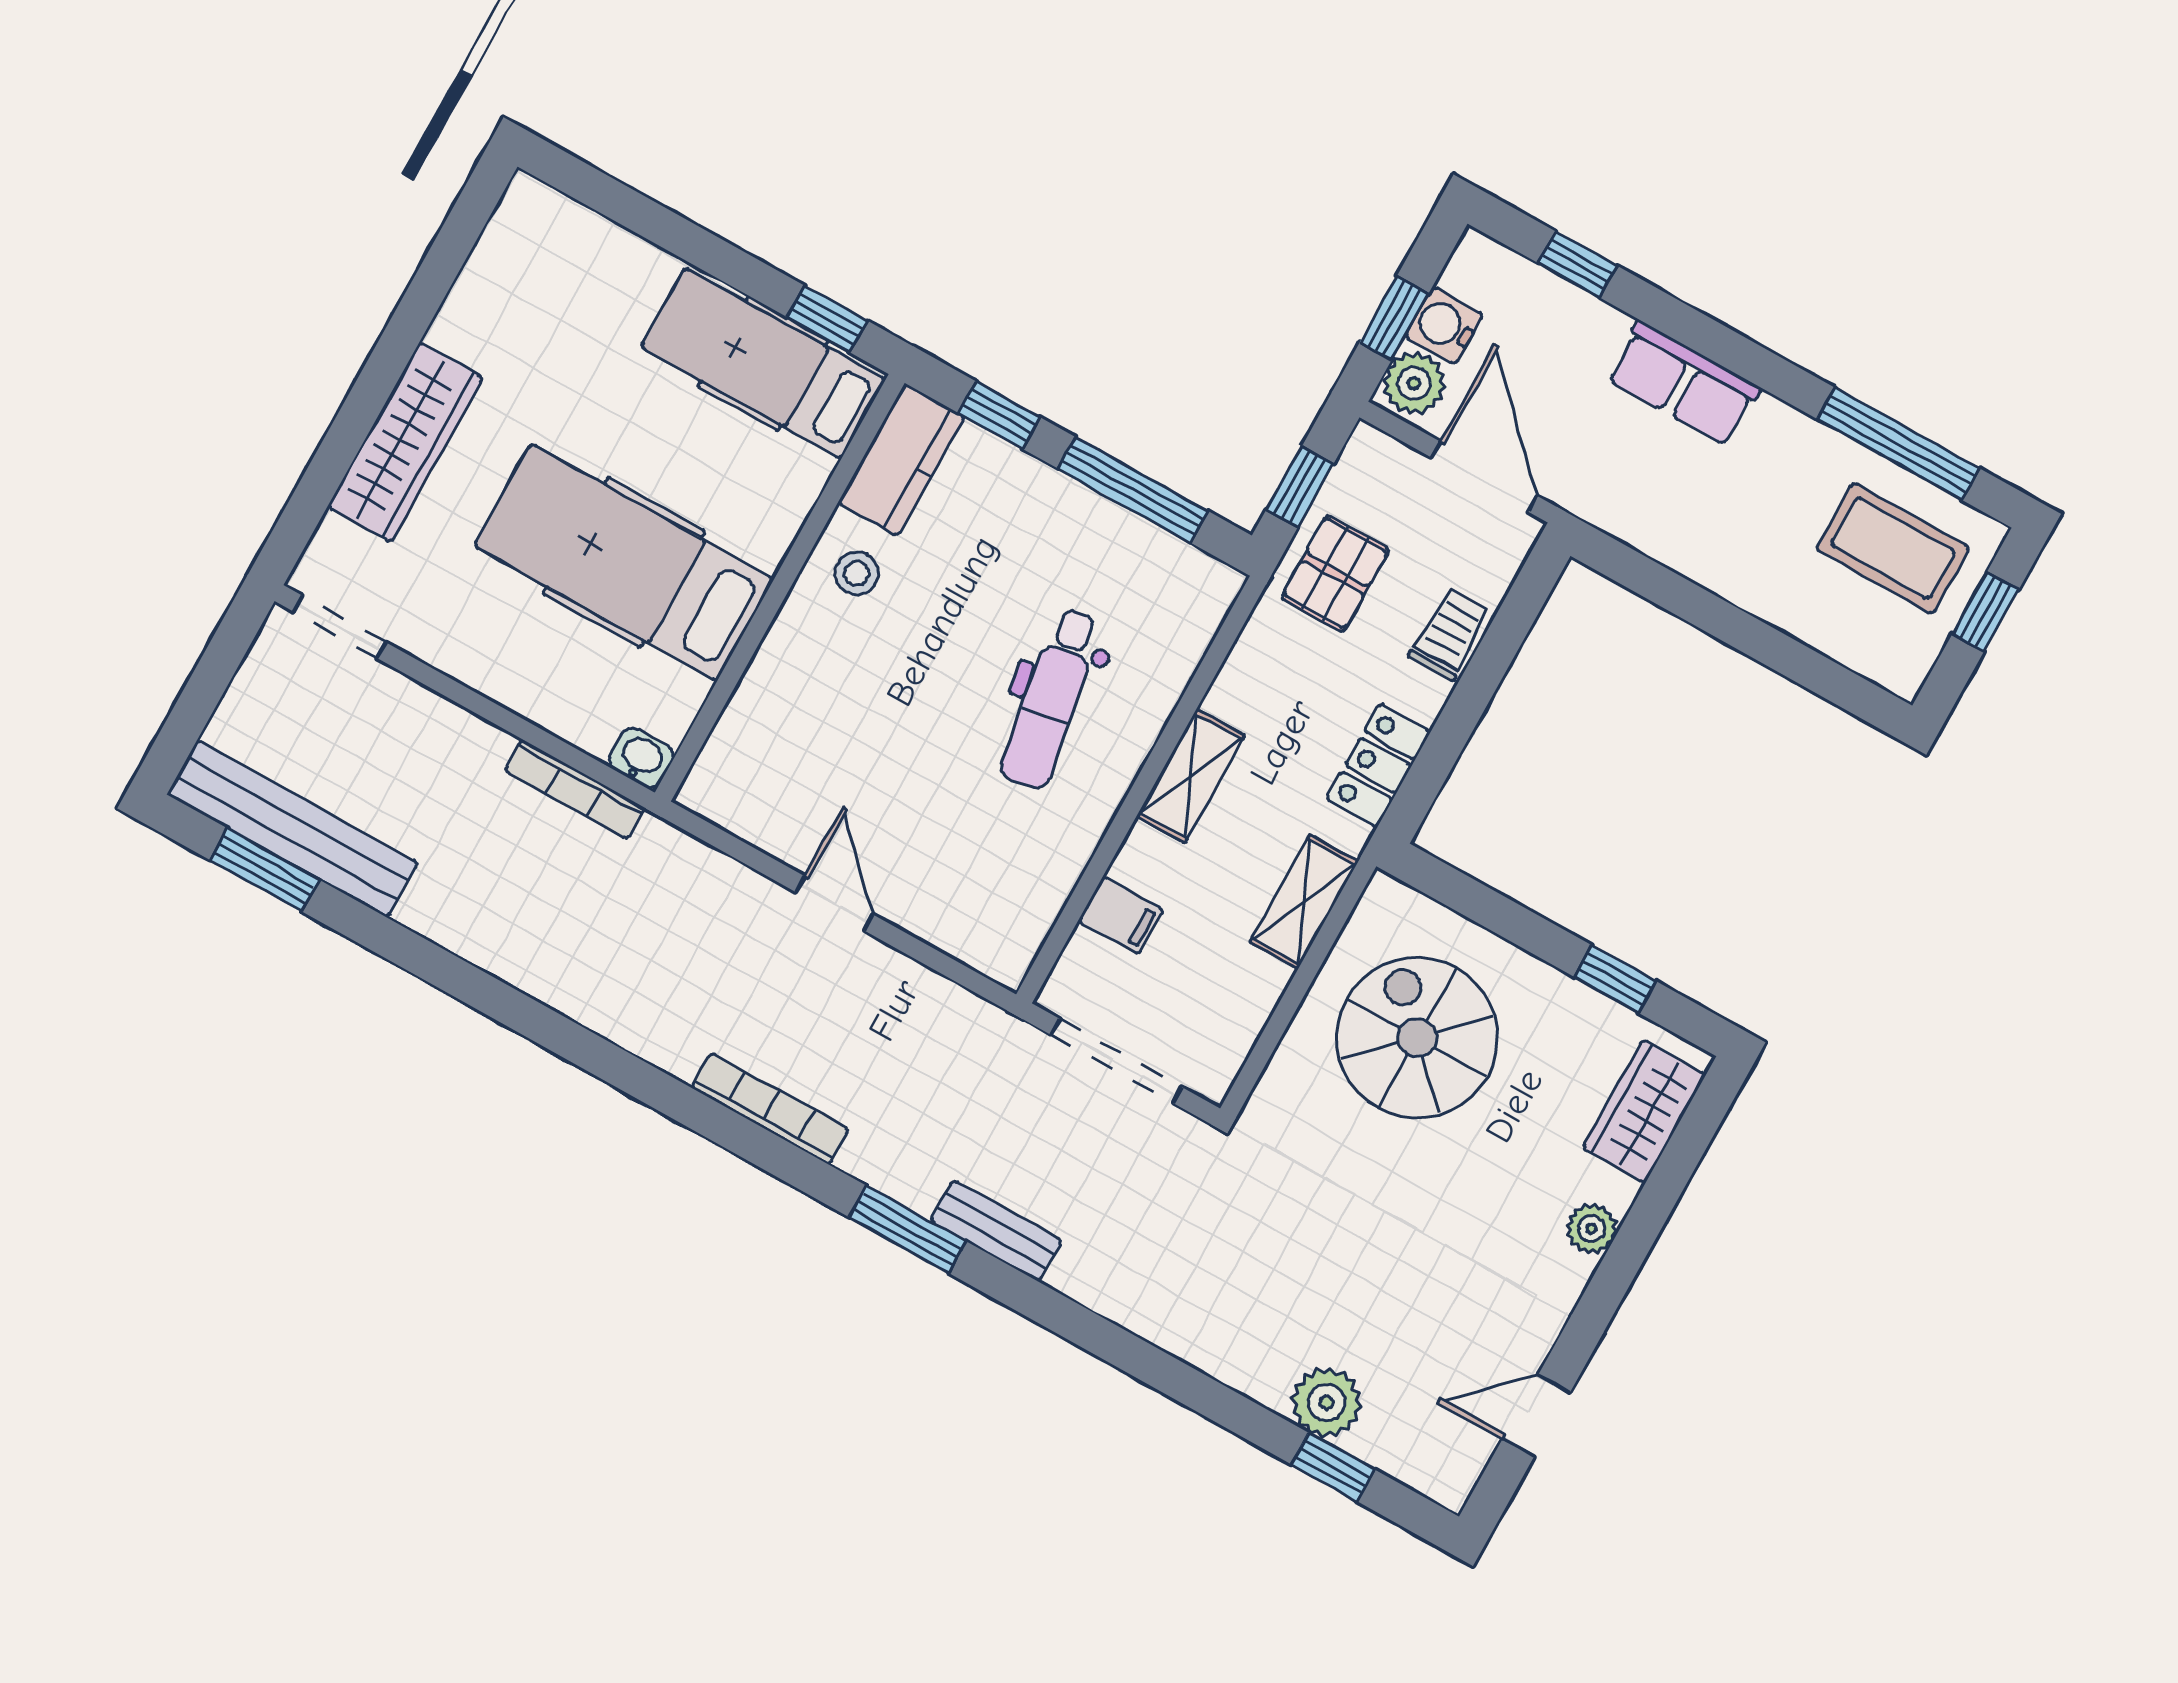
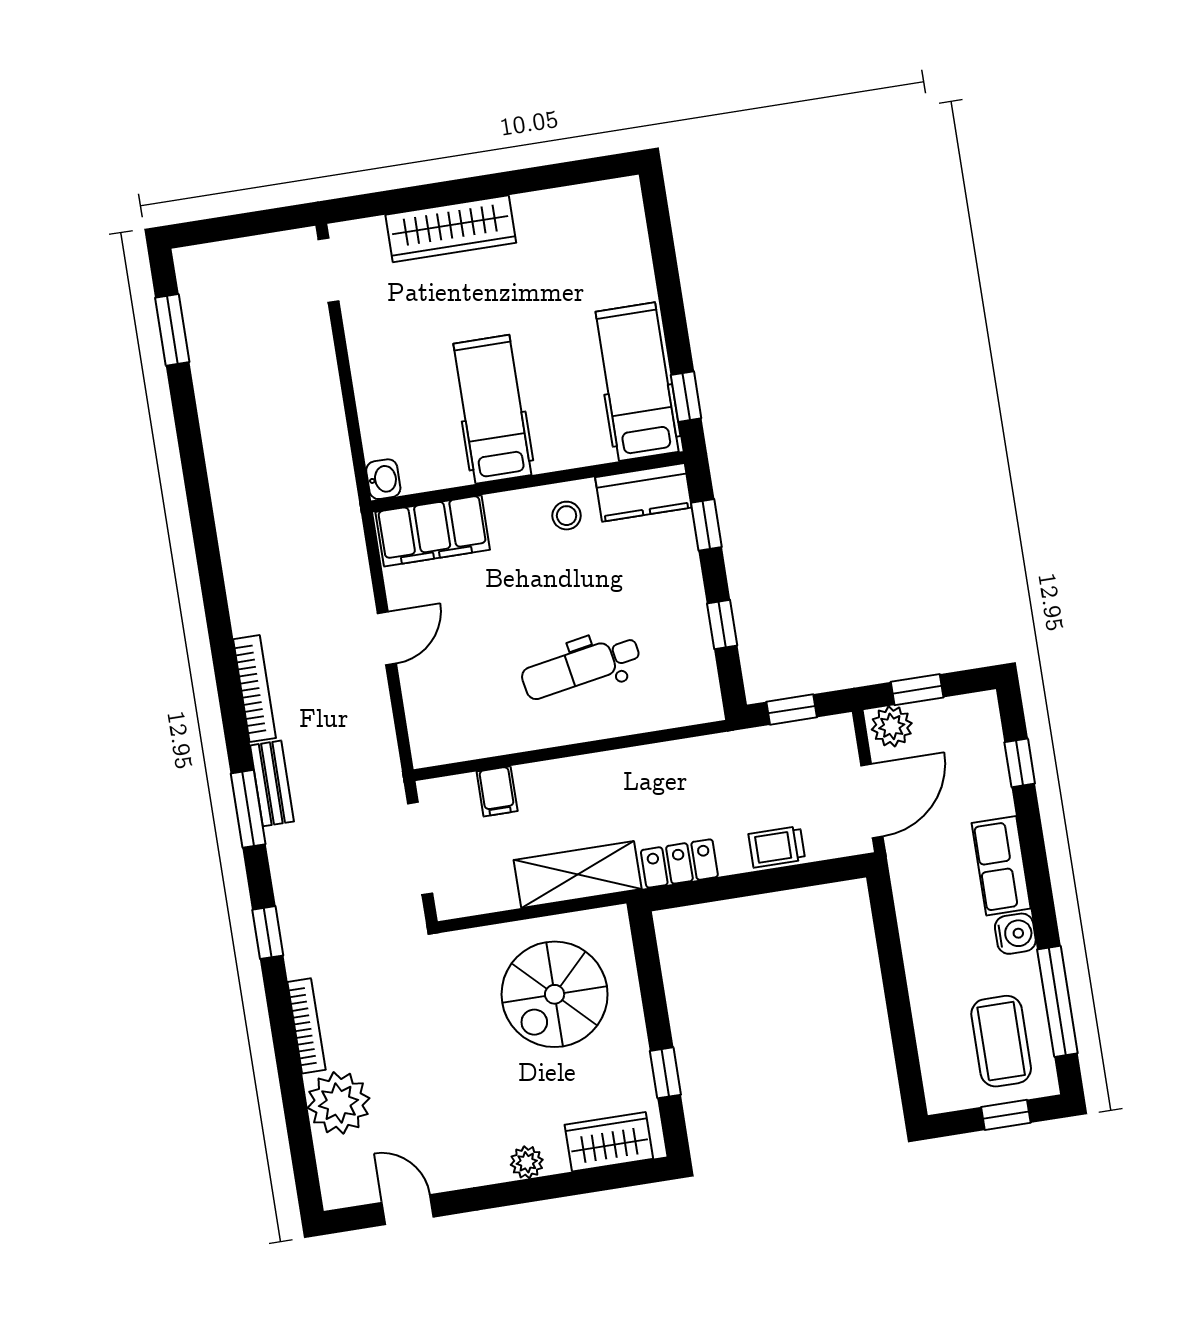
water cooler: (1444, 325) -> (1015, 934), moved, turned 90
window: (1133, 490) -> (722, 624), width x0.46
hospital bed: (624, 562) -> (492, 409), width x0.73, depth x0.78
pallet: (1335, 573) -> (761, 763), removed
trolley: (1450, 634) -> (777, 847), turned 180
filing cabinet: (749, 748) -> (433, 531), added
shelving: (1191, 776) -> (598, 771), removed
bookcase: (575, 789) -> (307, 1026), moved, turned 180
bench: (292, 829) -> (205, 328), removed
shelving: (1304, 902) -> (578, 875), width x1.50, depth x1.33
spiral stairs: (1417, 1038) -> (555, 994), turned 180
bench: (996, 1231) -> (272, 783), moved
plant: (1327, 1403) -> (339, 1103), width x1.36, depth x1.36
window: (1333, 1467) -> (268, 933), moved

